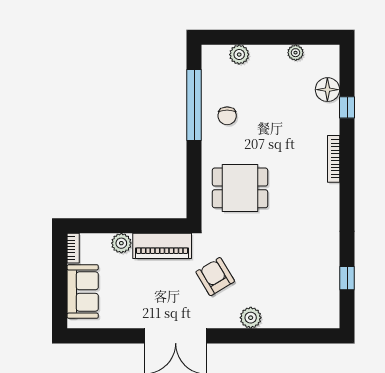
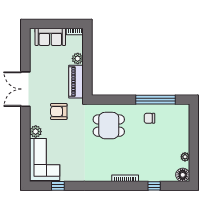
plant: (239, 55) -> (184, 125), removed
floor lamp: (327, 90) -> (183, 175), moved
dining table: (240, 188) -> (109, 126), turned 90
armchair: (215, 277) -> (59, 112), turned -149
corner sofa: (300, 302) -> (45, 159), added

